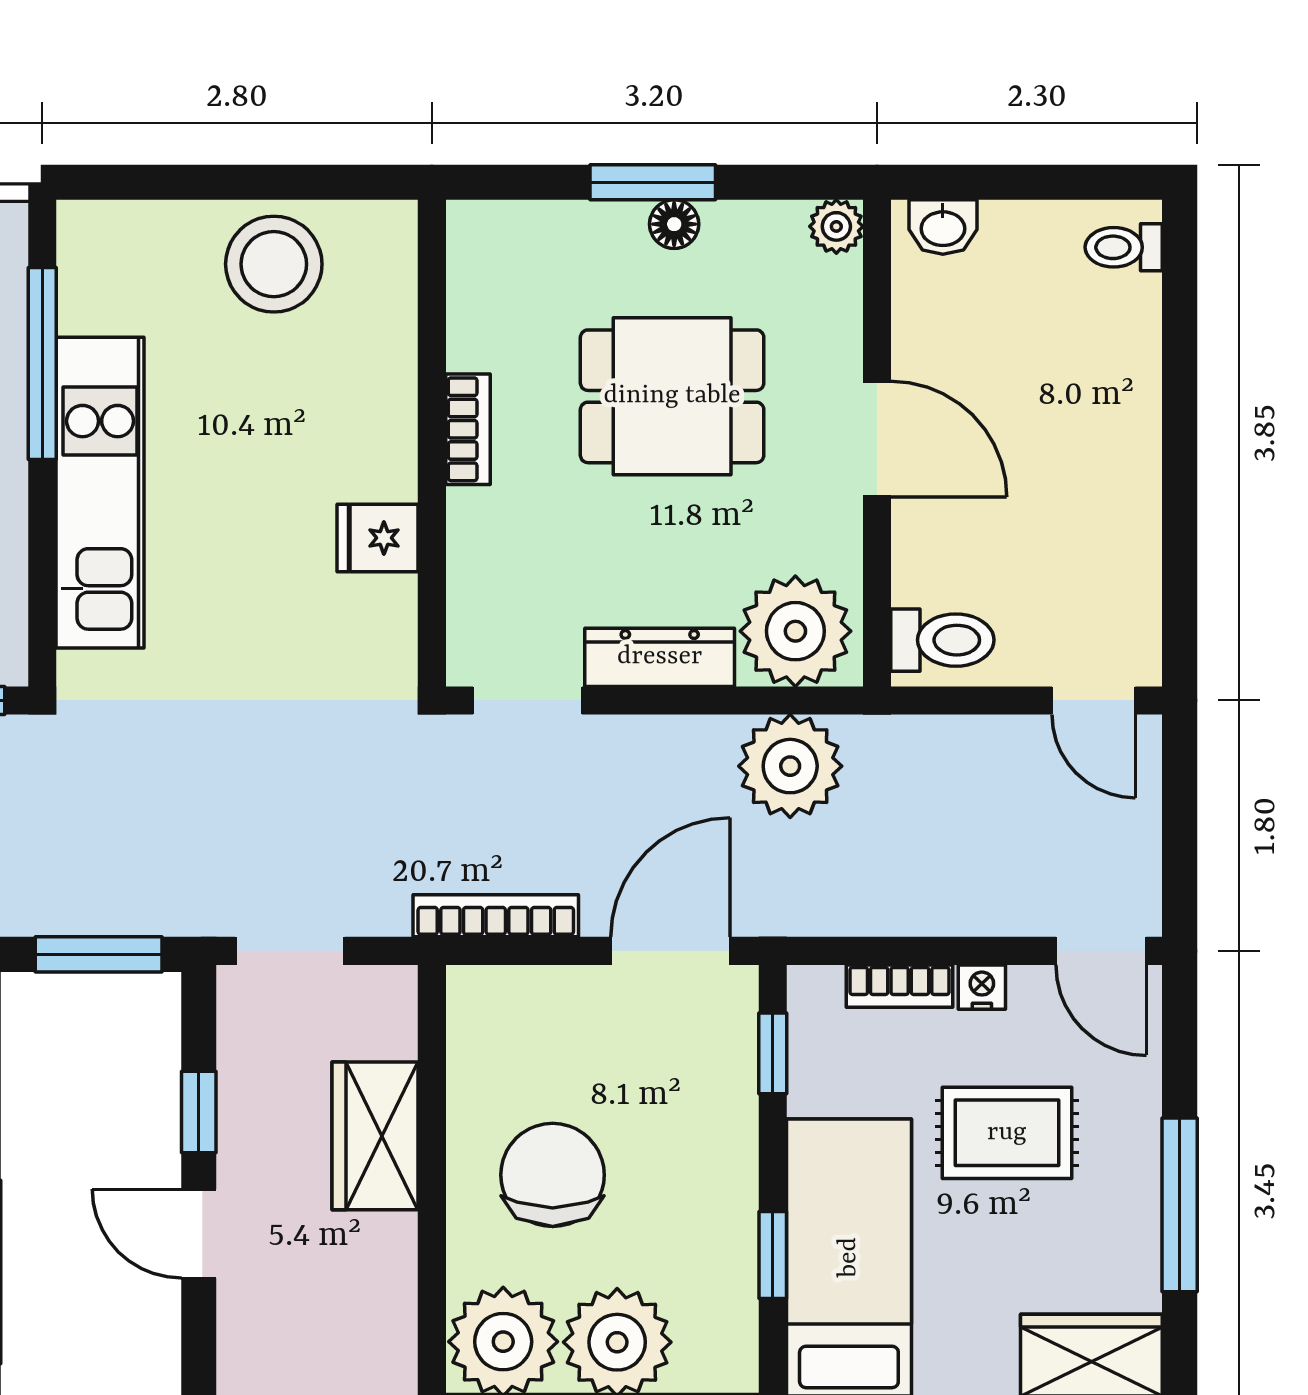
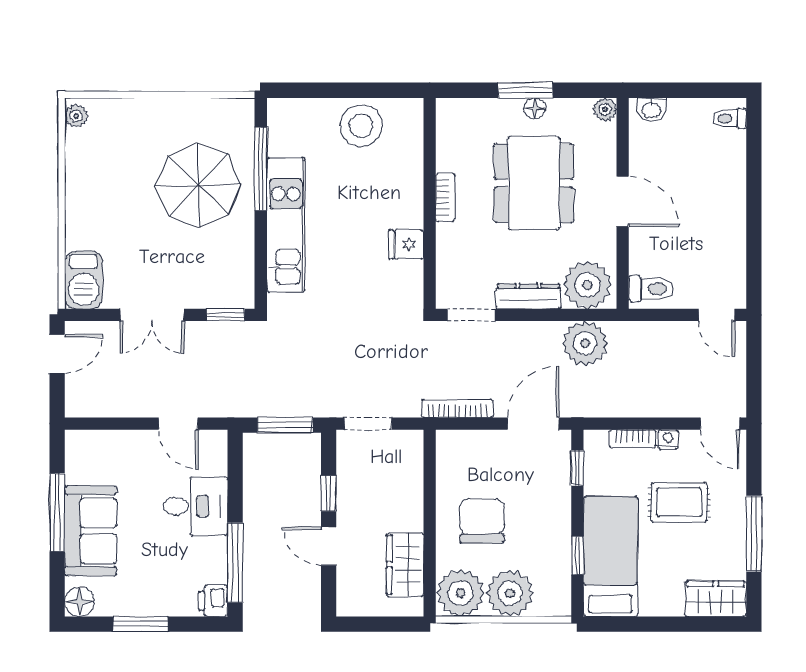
dining table: (672, 396) -> (534, 183), width x1.38
wardrobe: (375, 1136) -> (405, 565), moved

